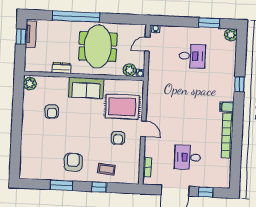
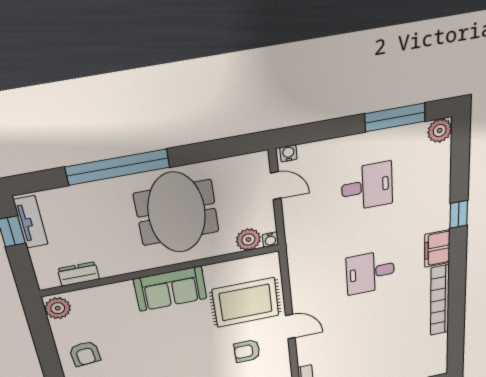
window: (209, 23) -> (395, 117), width x1.44
door: (147, 44) -> (276, 186), swing flipped
dresser: (61, 68) -> (78, 274), moved
filing cabinet: (227, 107) -> (437, 249), width x2.00
armchair: (52, 111) -> (85, 354), moved
armchair: (118, 138) -> (247, 351), turned 90
desk: (188, 157) -> (370, 272), moved

